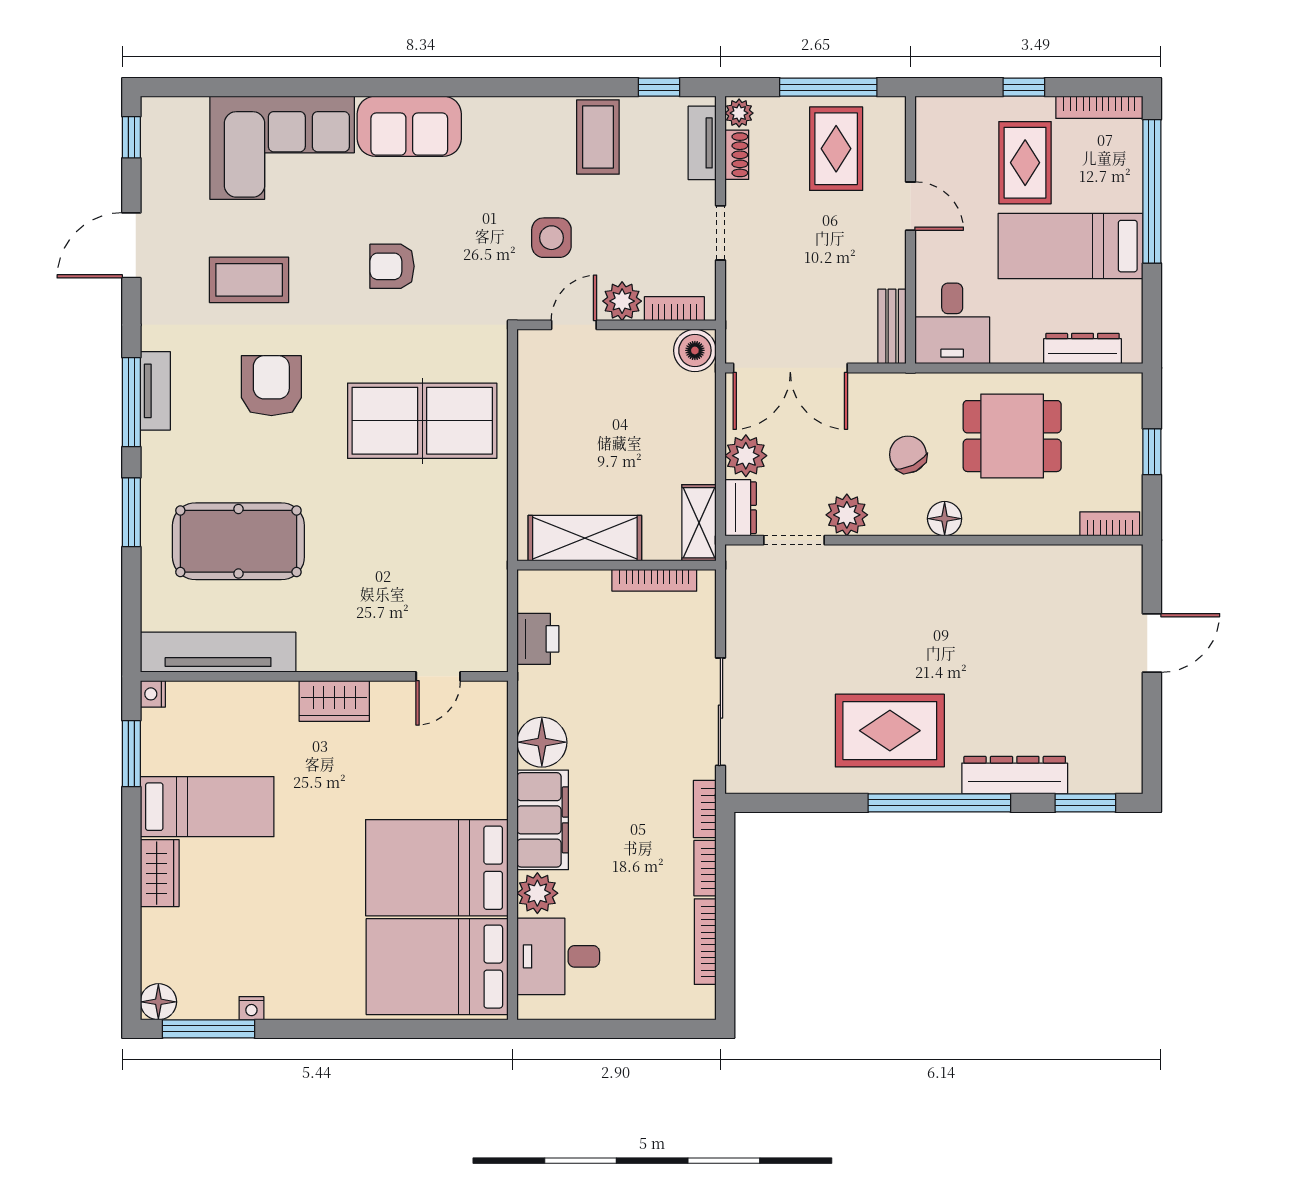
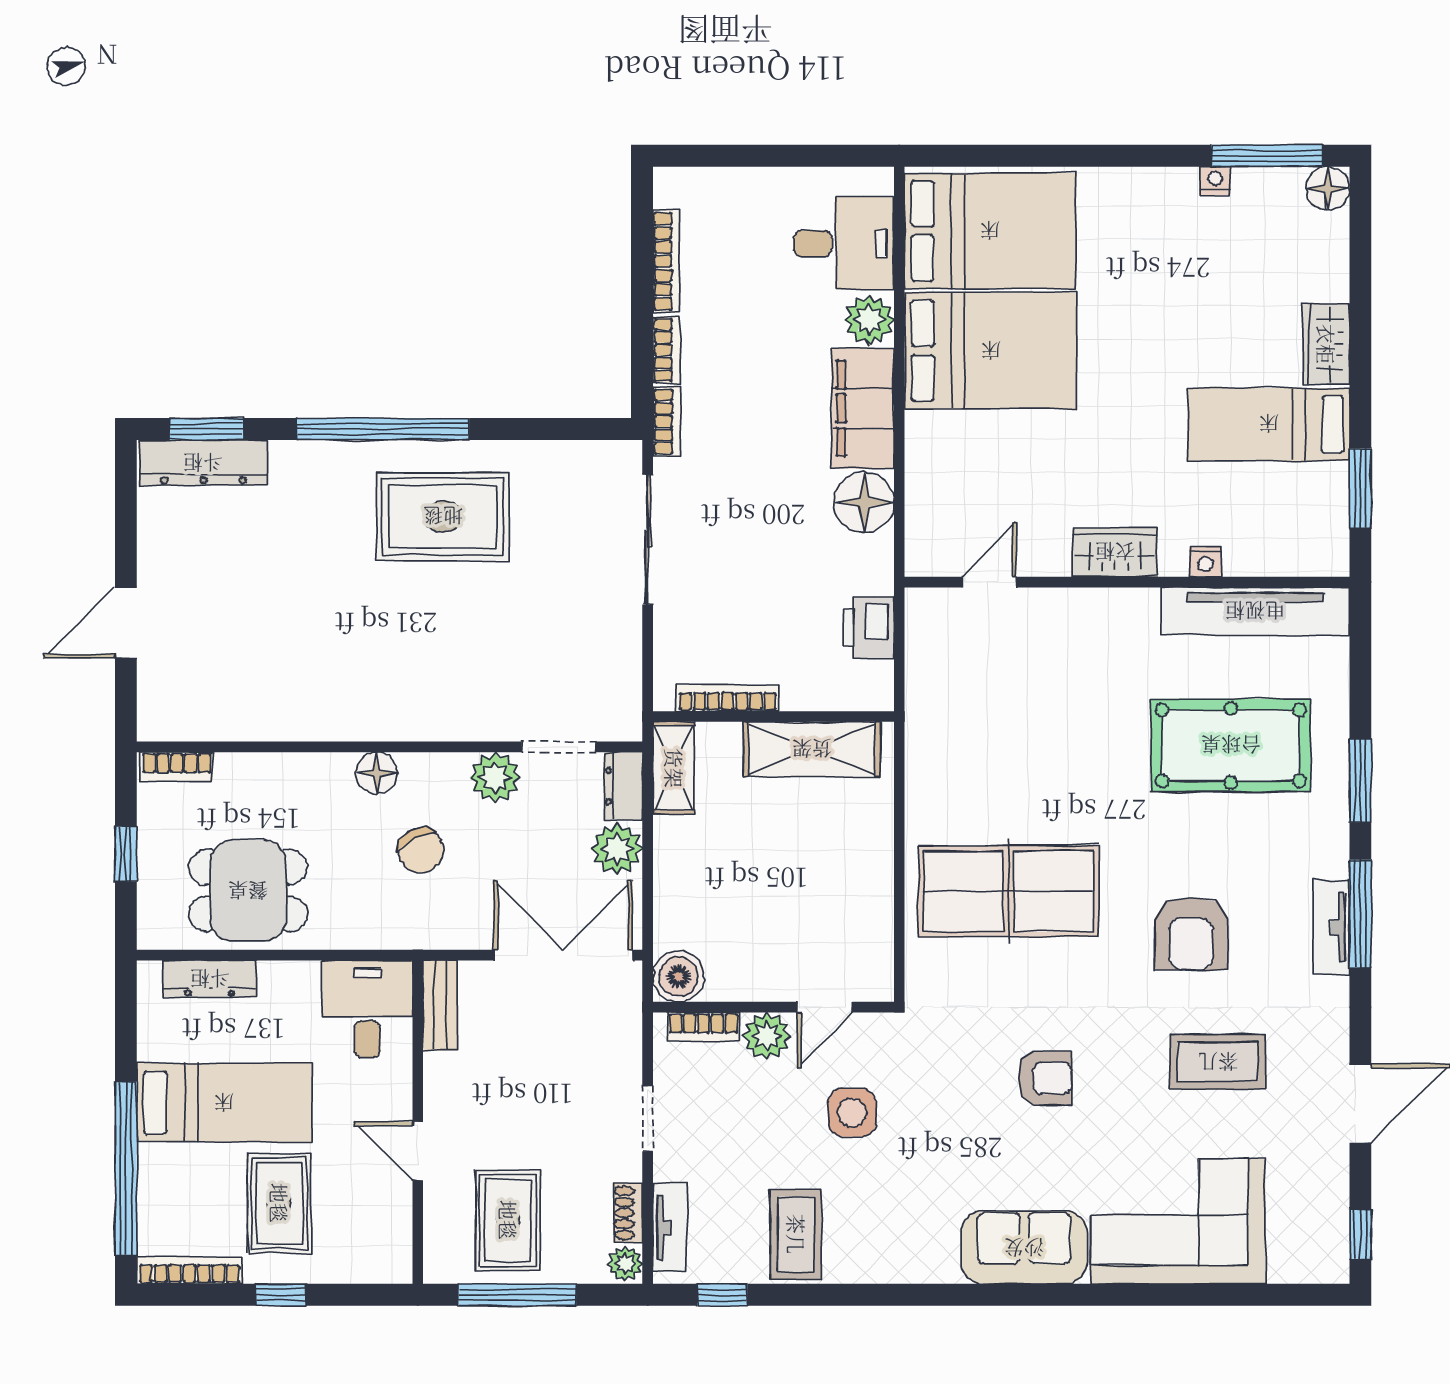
dining table: (1012, 436) -> (248, 891), moved
nightstand: (153, 694) -> (1205, 562), moved, turned 90
dresser: (1015, 775) -> (203, 463), moved

